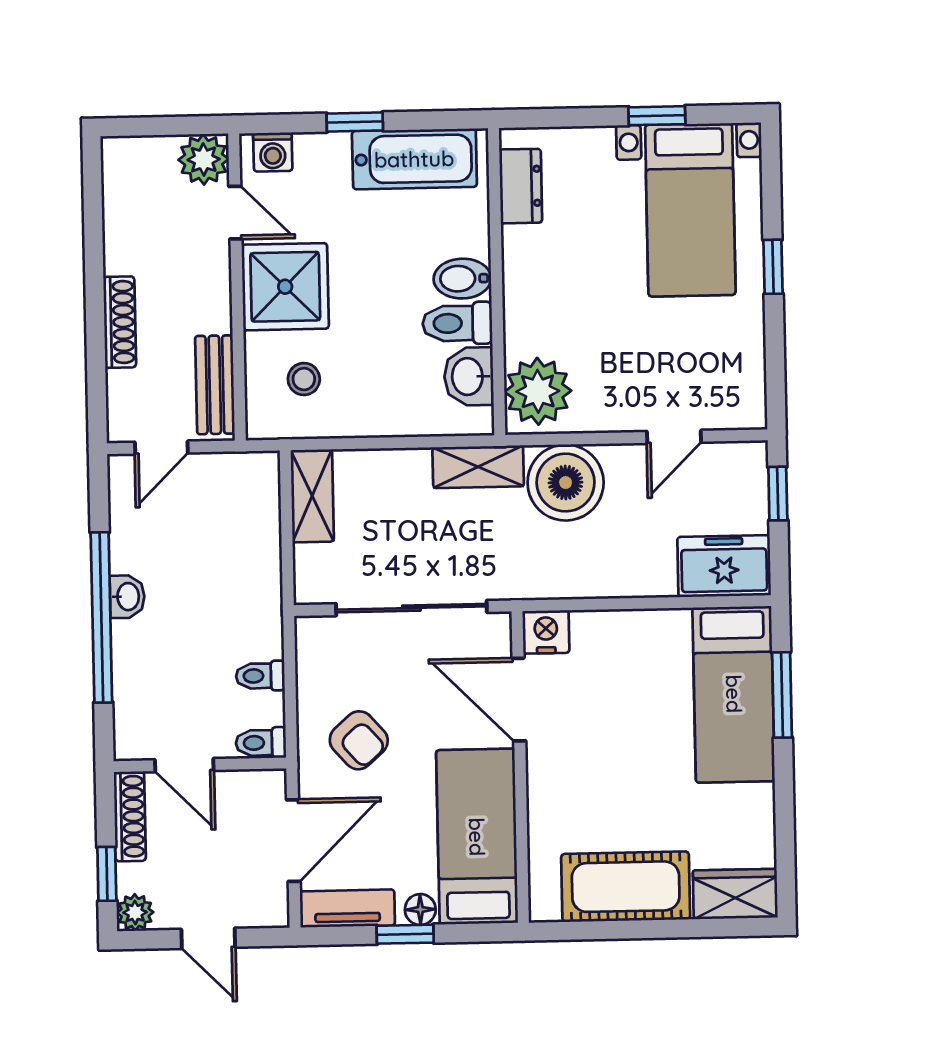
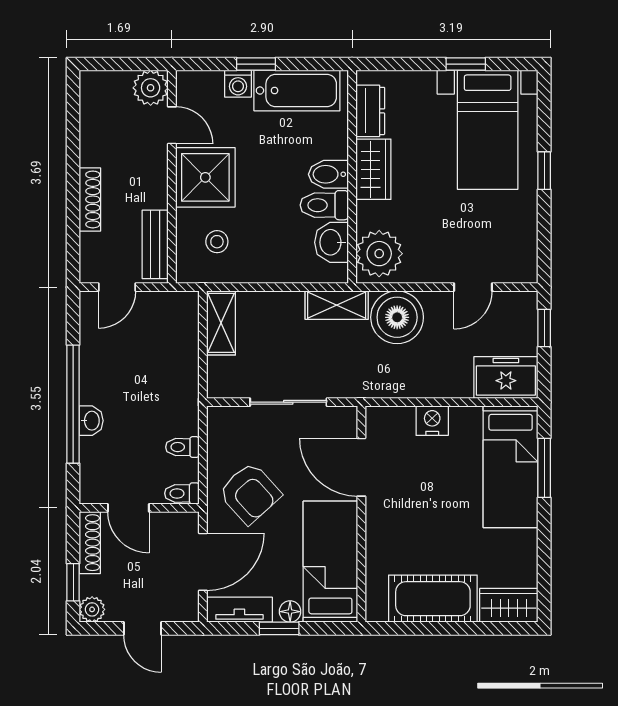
washing machine: (273, 152) -> (238, 84), moved
wardrobe: (527, 270) -> (373, 169), added
washbasin: (127, 597) -> (91, 421), moved
sliding door: (411, 608) -> (288, 402), width x0.73
nightstand: (546, 632) -> (432, 421), moved
armchair: (359, 740) -> (250, 493), width x1.38, depth x1.38

